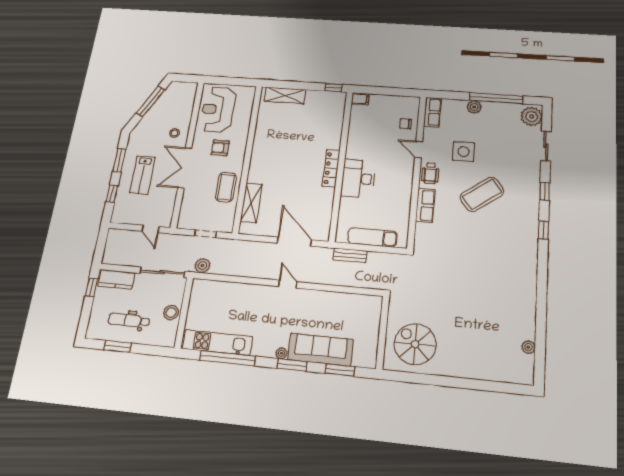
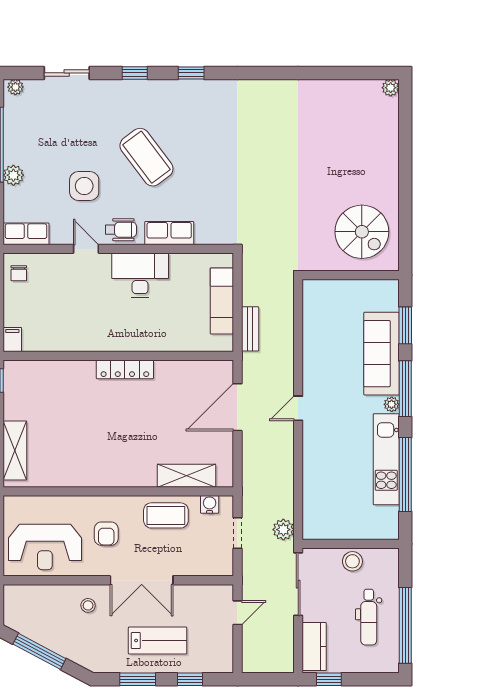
plant: (532, 117) -> (15, 87), width x0.53, depth x0.53
chair: (406, 124) -> (19, 273), moved
door: (419, 149) -> (86, 249), swing flipped
desk: (358, 178) -> (140, 275), moved, turned 180
water cooler: (229, 217) -> (210, 504), added
kitchen unit: (217, 343) -> (386, 459), moved
spiral stairs: (415, 344) -> (362, 232), turned -90
window: (118, 346) -> (405, 625), width x2.11
plant: (528, 347) -> (391, 88), moved
window: (292, 365) -> (405, 389), width x1.44

